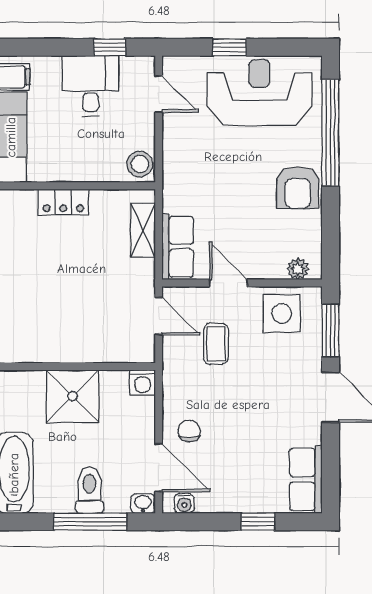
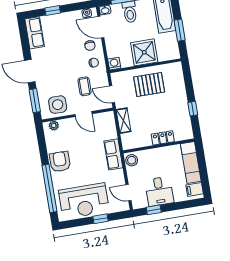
shelving: (143, 230) -> (124, 121), moved
row of seats: (178, 247) -> (113, 154), moved
pallet: (74, 324) -> (149, 84), added
chair: (187, 392) -> (94, 63), added

